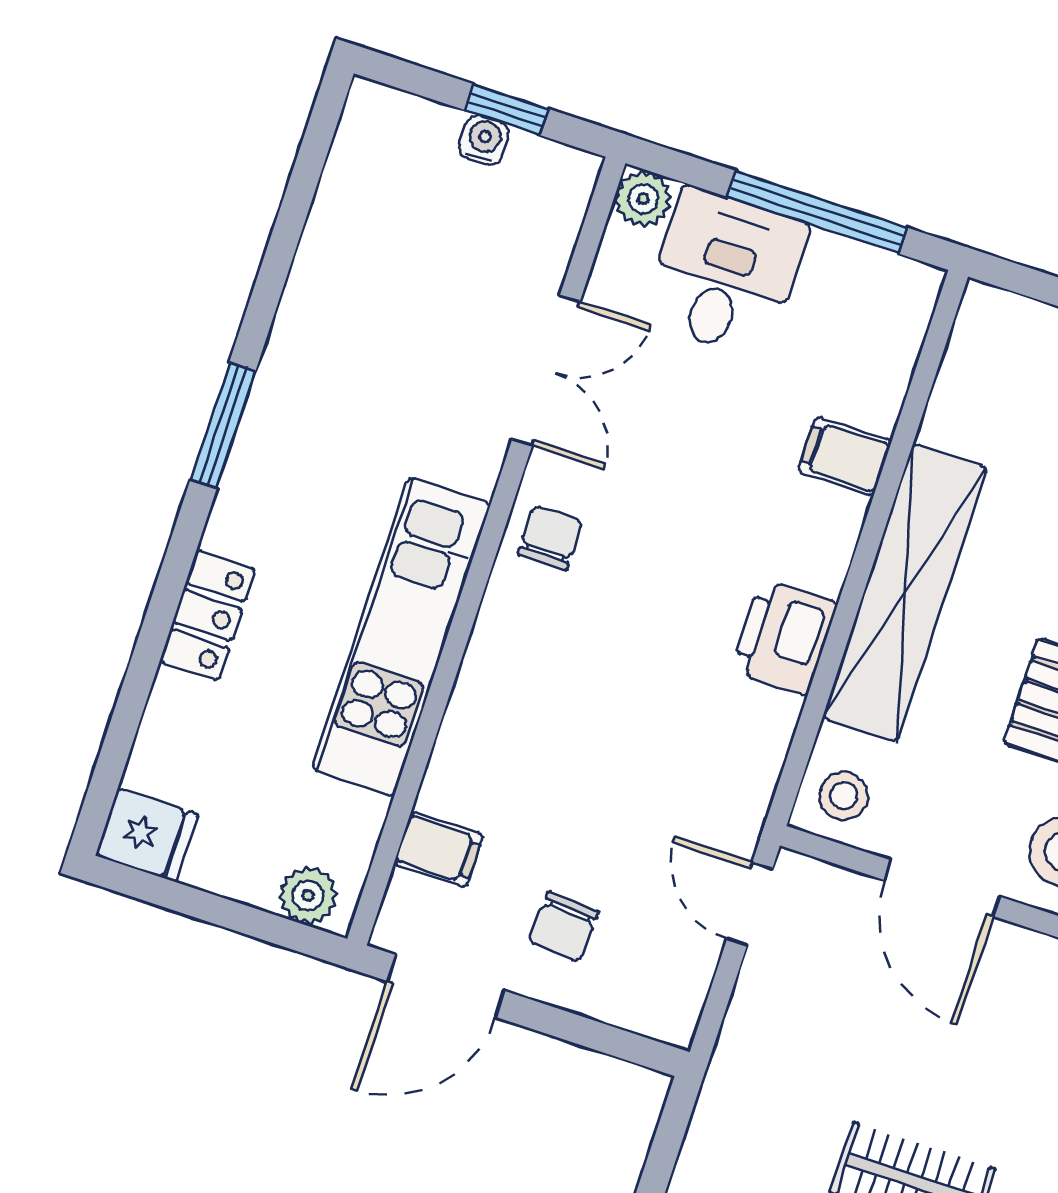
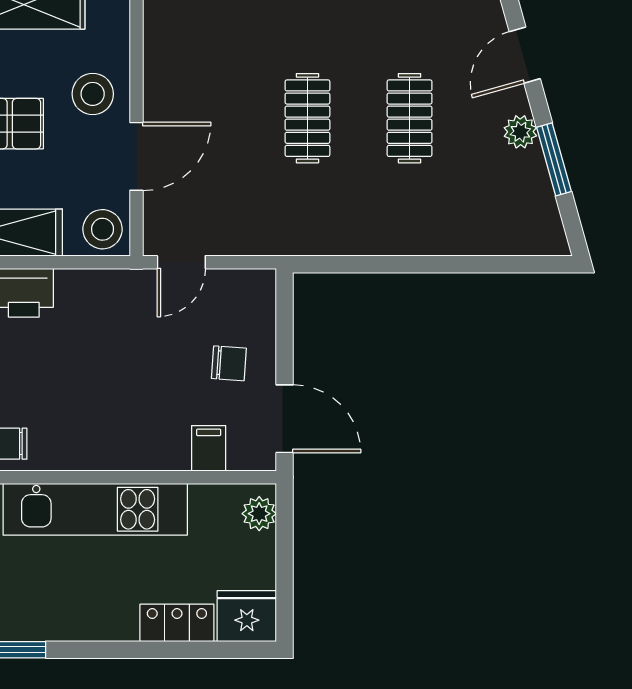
locker: (208, 615) -> (177, 623), moved
stool: (844, 796) -> (103, 229), width x1.37, depth x1.37
fridge: (147, 835) -> (247, 616), width x1.38

